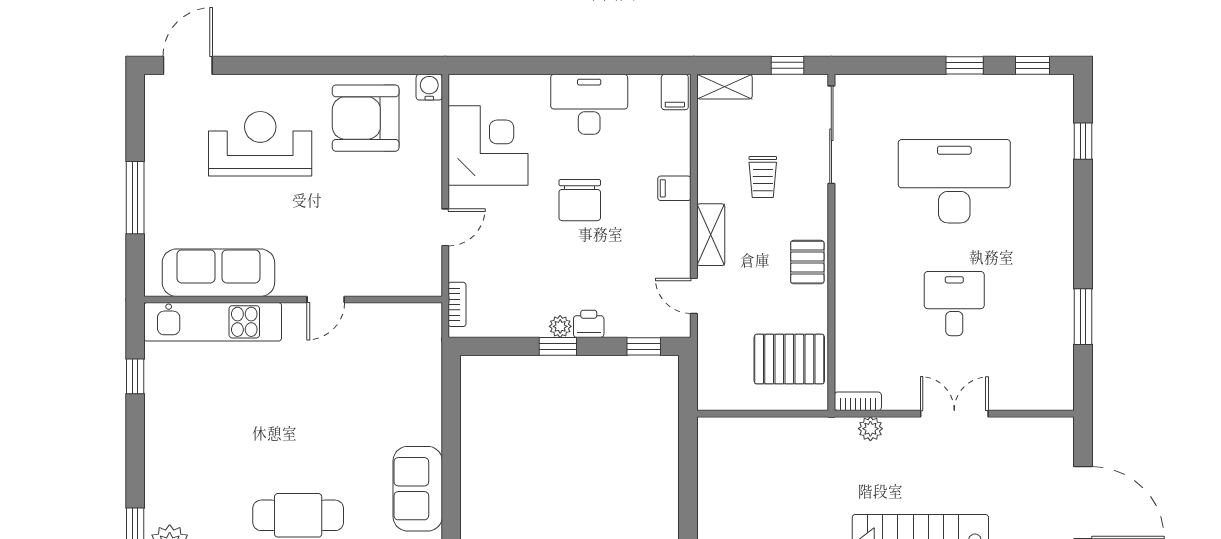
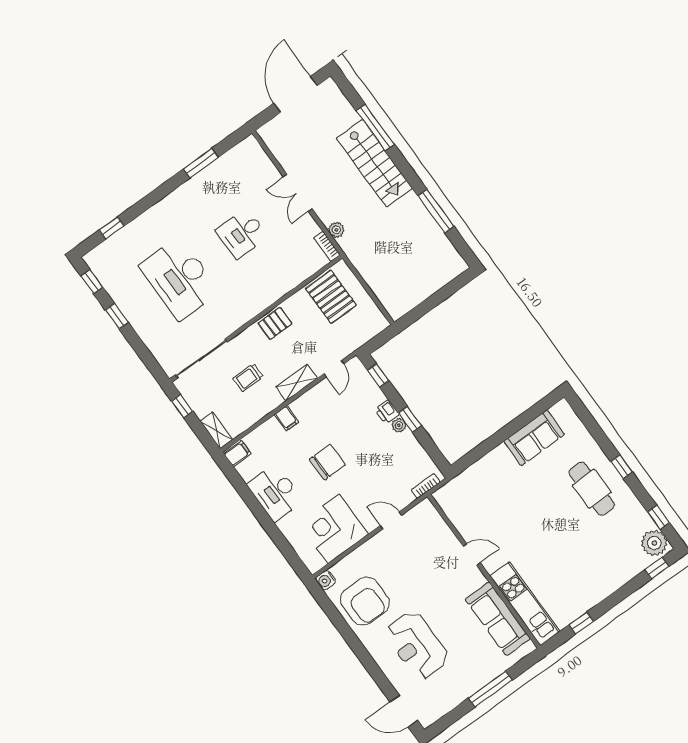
trolley: (763, 177) -> (248, 377), turned 180

